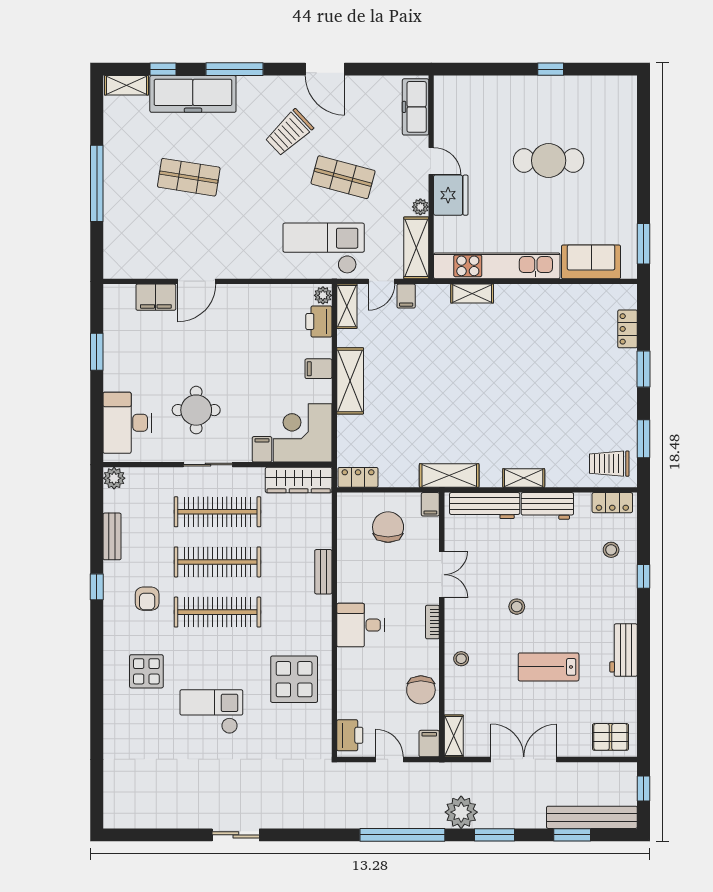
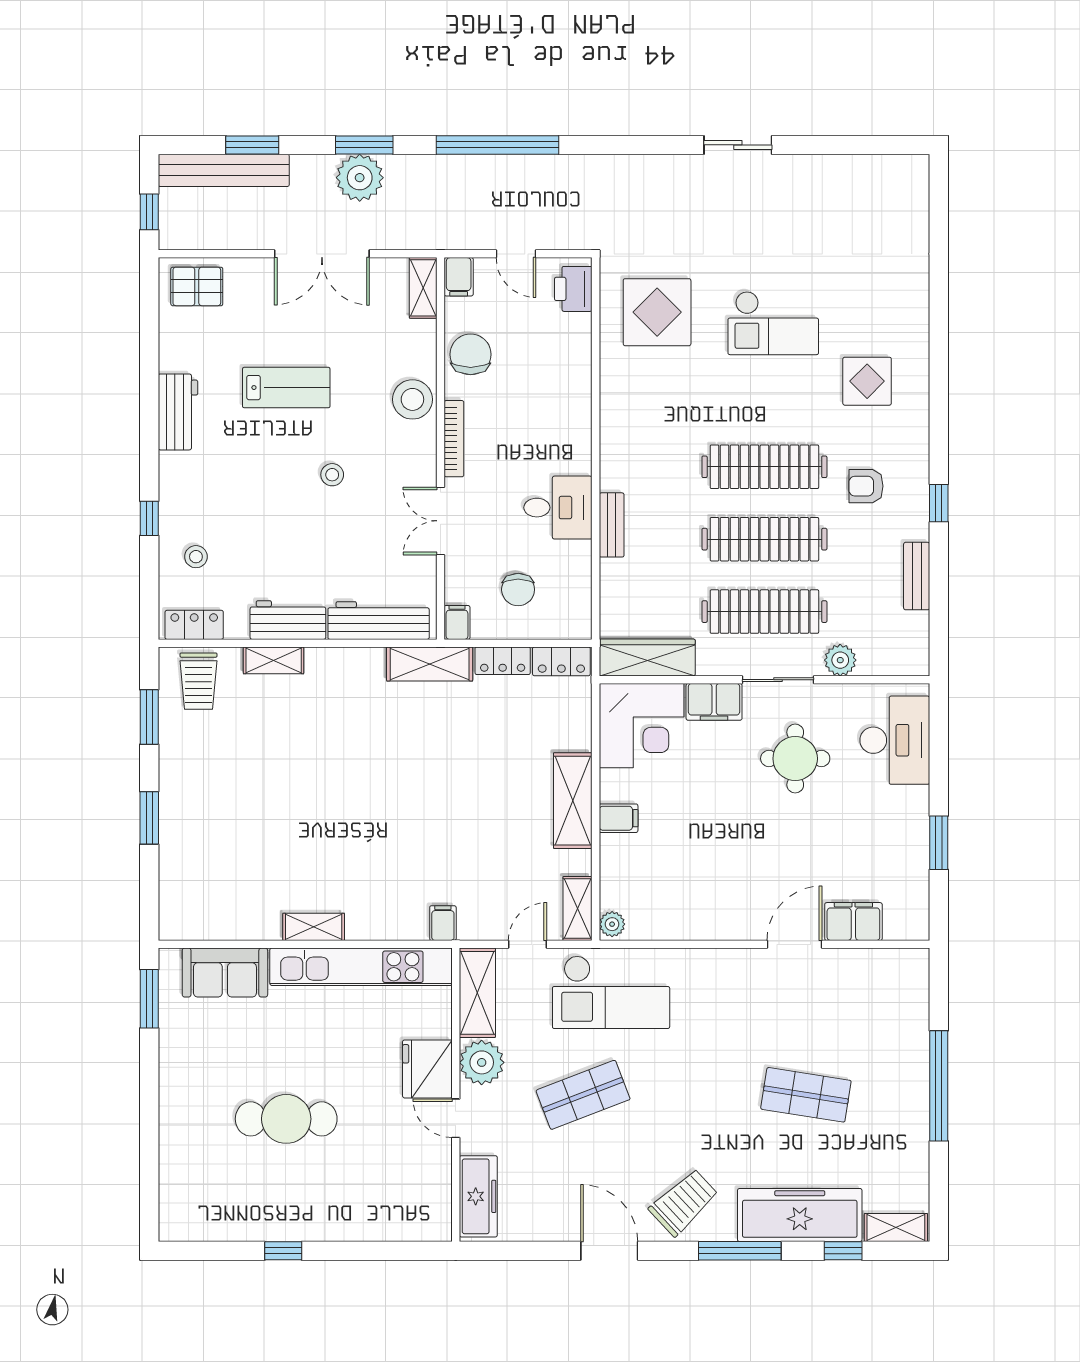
trolley: (289, 133) -> (684, 1202), moved
shop shelf: (343, 177) -> (583, 1095), turned -36
plant: (420, 207) -> (482, 1062), width x1.87, depth x1.87
shelving: (472, 294) -> (314, 927), moved
filing cabinet: (406, 296) -> (443, 923), moved
printer: (319, 322) -> (618, 886), removed
locker: (628, 329) -> (503, 661), moved, turned 90
filing cabinet: (262, 449) -> (714, 702), width x2.00
trolley: (609, 464) -> (198, 681), turned 90
plant: (114, 478) -> (840, 660), moved
shelving: (524, 478) -> (274, 660), moved
chair: (388, 527) -> (518, 590), width x0.73, depth x0.73
armchair: (147, 599) -> (866, 486), turned -90
bookcase: (432, 622) -> (454, 439), width x1.56
desk: (360, 625) -> (558, 508), moved
stool: (461, 659) -> (412, 399), width x1.89, depth x1.89
display table: (294, 679) -> (657, 312), moved
plant: (461, 812) -> (360, 178), moved

